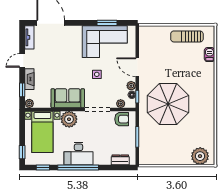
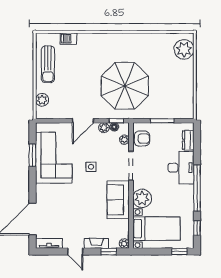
plant: (156, 31) -> (42, 100), added
armchair: (122, 119) -> (142, 139), turned 90
desk: (78, 153) -> (181, 168), moved

